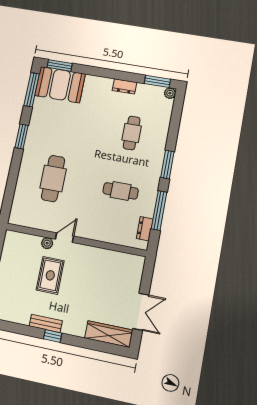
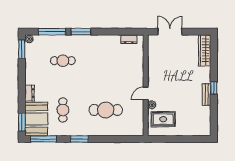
dresser: (124, 86) -> (30, 93), moved
cafe table: (121, 191) -> (63, 110), moved
window: (159, 210) -> (52, 32), moved
door: (64, 238) -> (146, 93), hinge flipped
rug: (50, 275) -> (163, 119), moved
double door: (141, 312) -> (170, 32), moved

